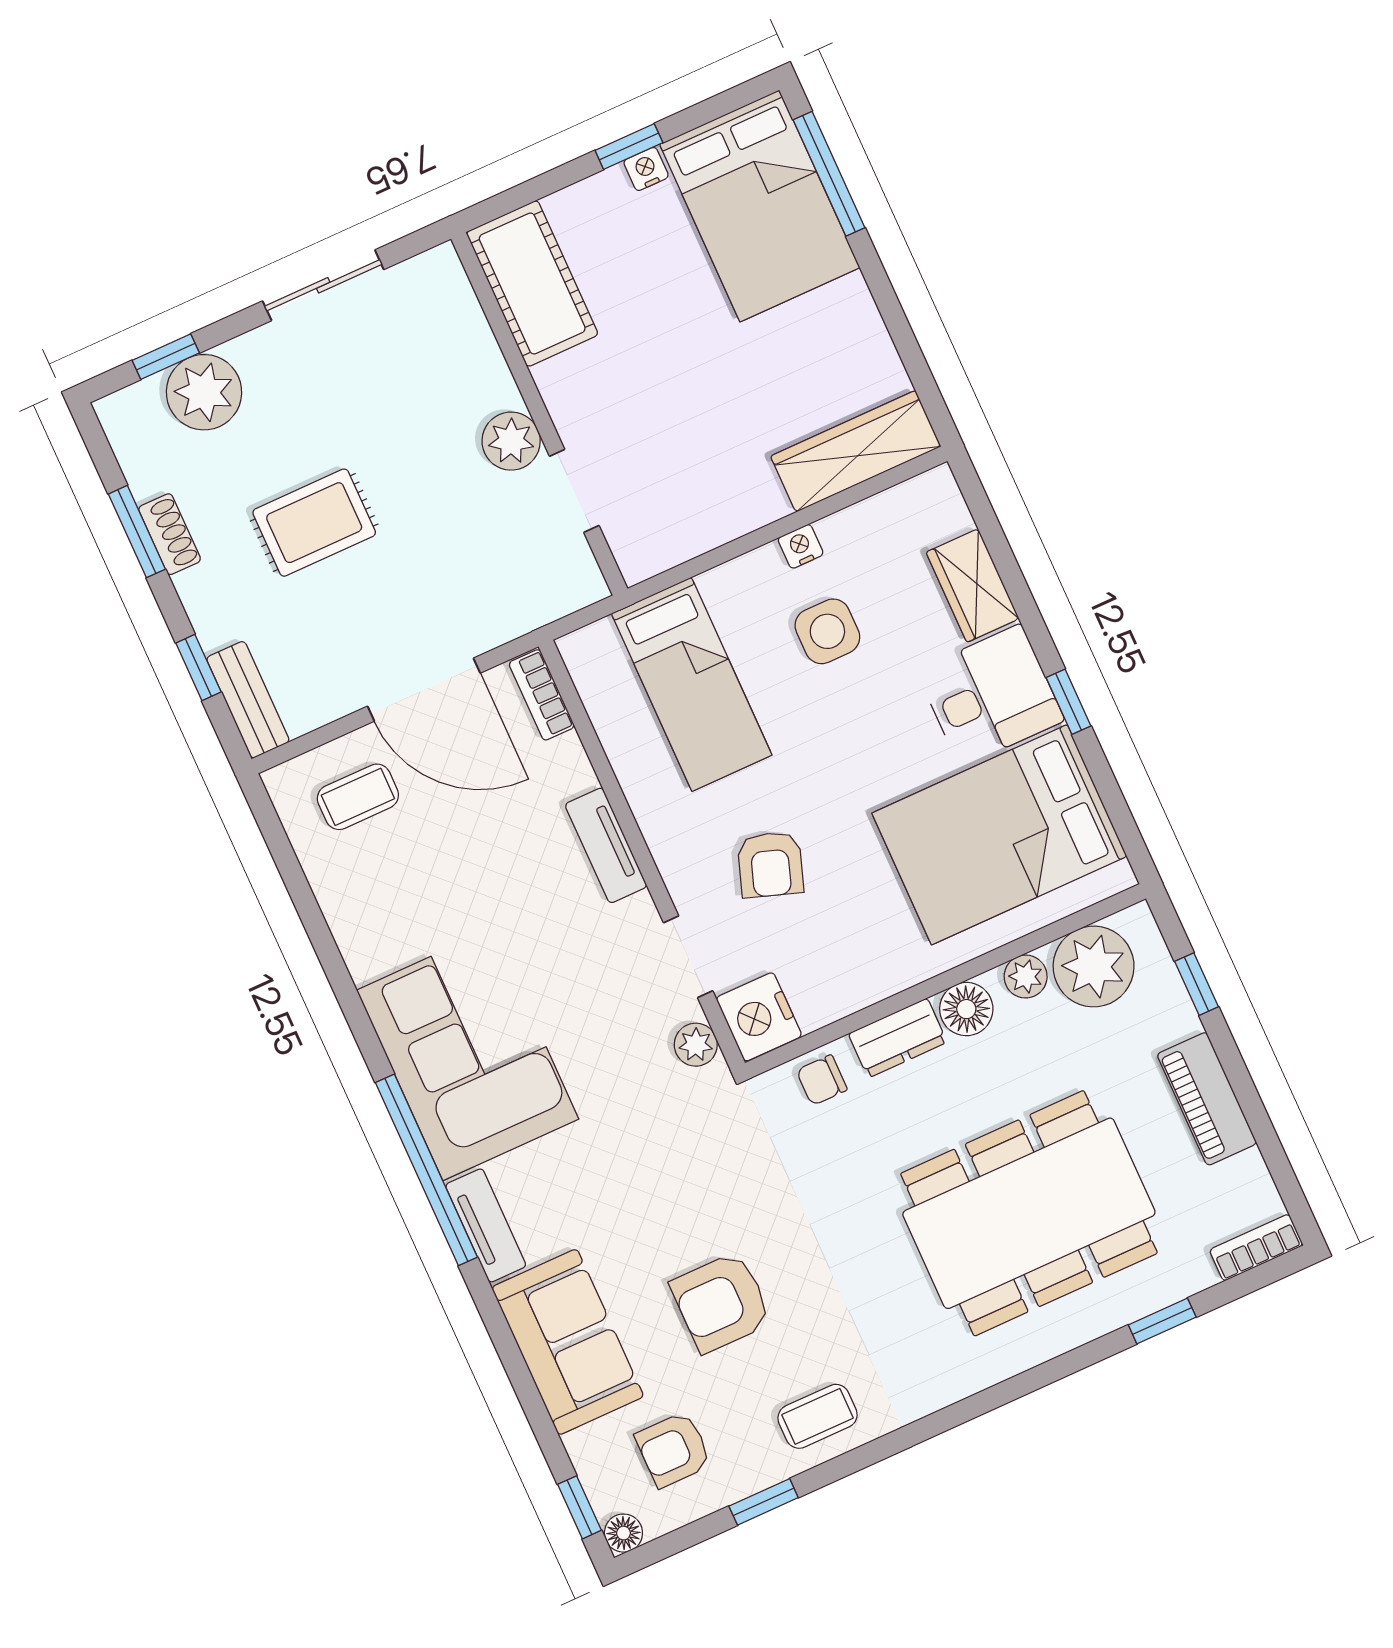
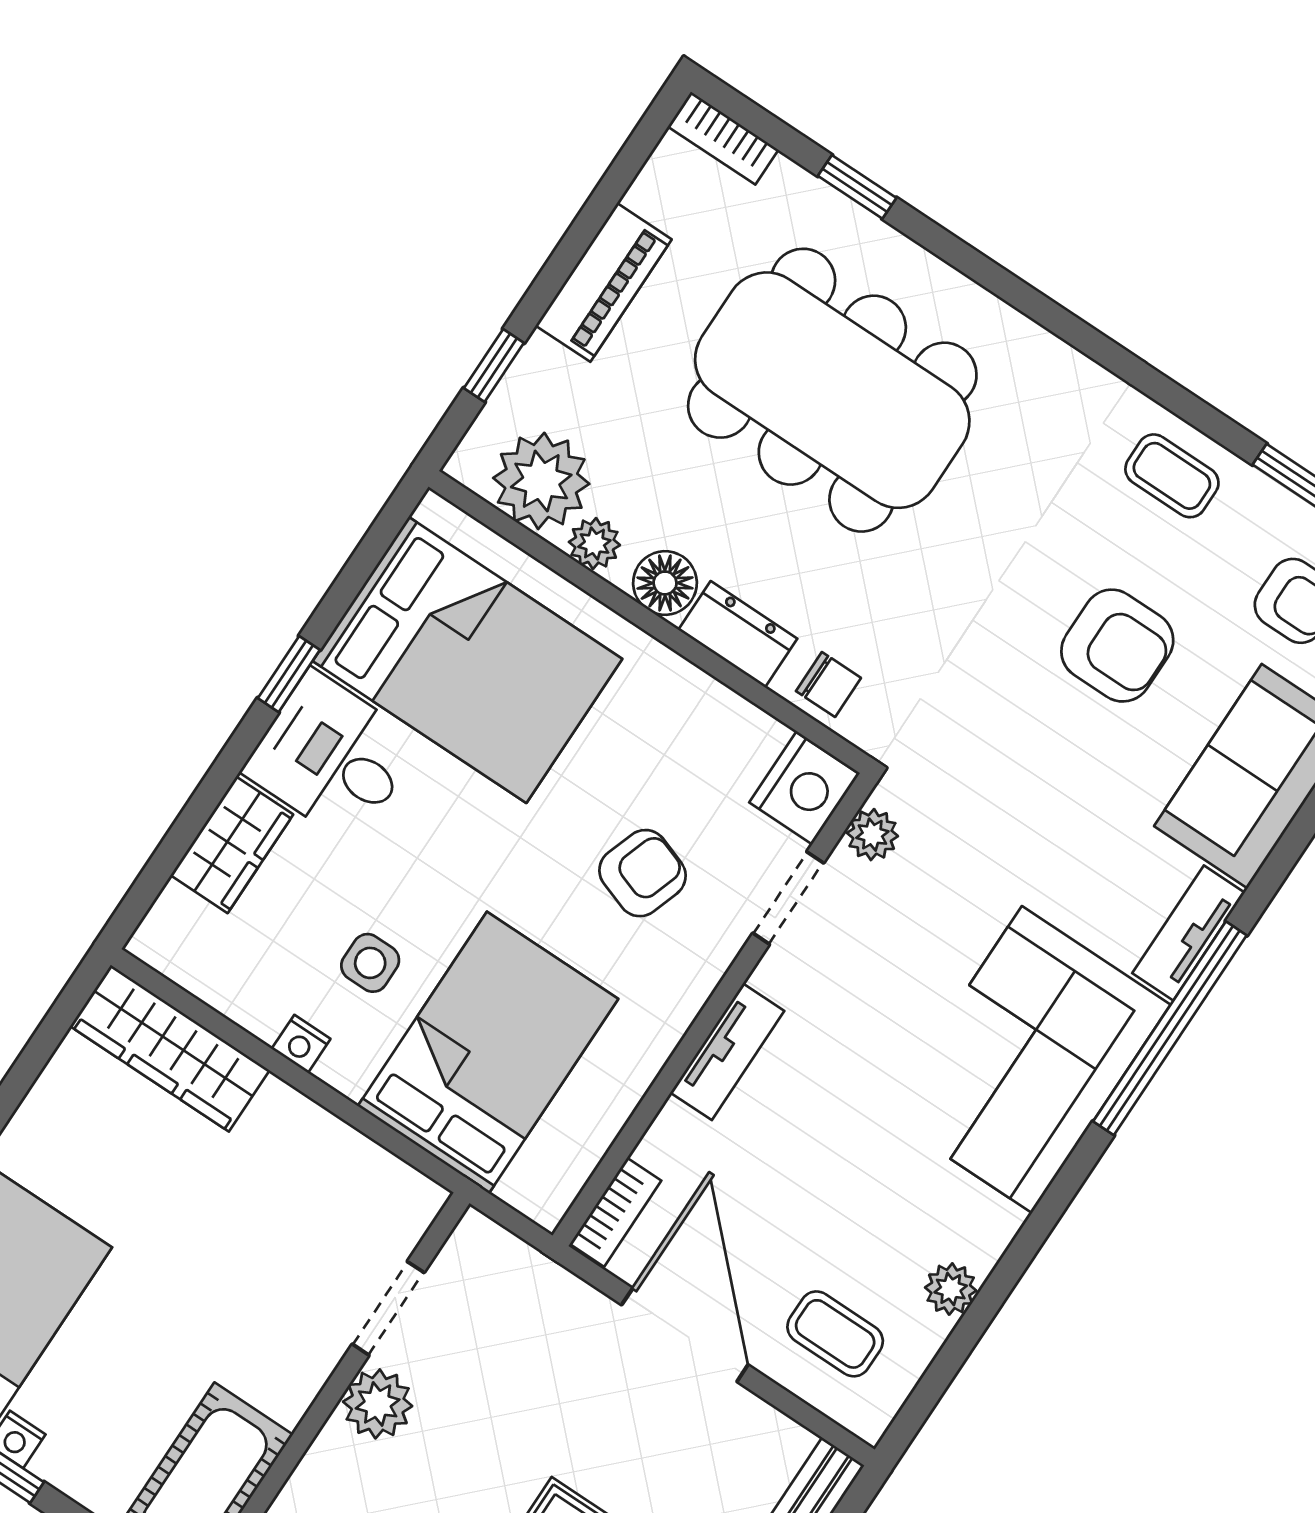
side table: (827, 631) -> (370, 963), width x0.73, depth x0.73
bed: (692, 684) -> (488, 1052), width x1.50
plant: (339, 899) -> (951, 1289), added

